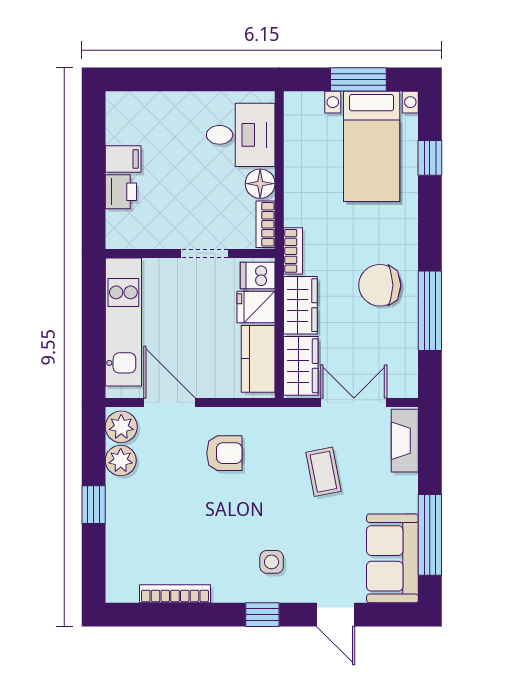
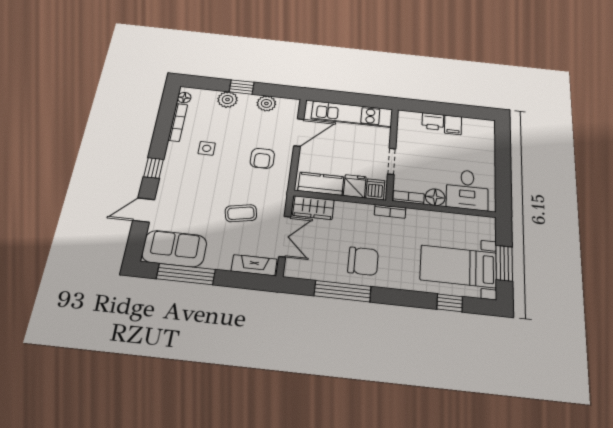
chair: (380, 285) -> (363, 261), turned 90
wardrobe: (300, 305) -> (354, 212), removed
plant: (121, 427) -> (228, 100), moved
side table: (272, 562) -> (207, 148), moved
floor lamp: (127, 592) -> (184, 98), added

